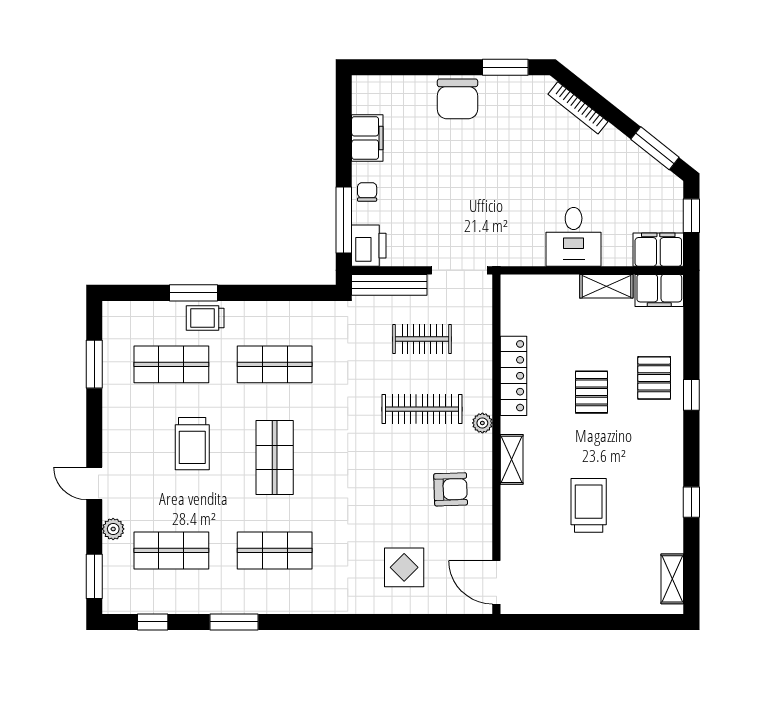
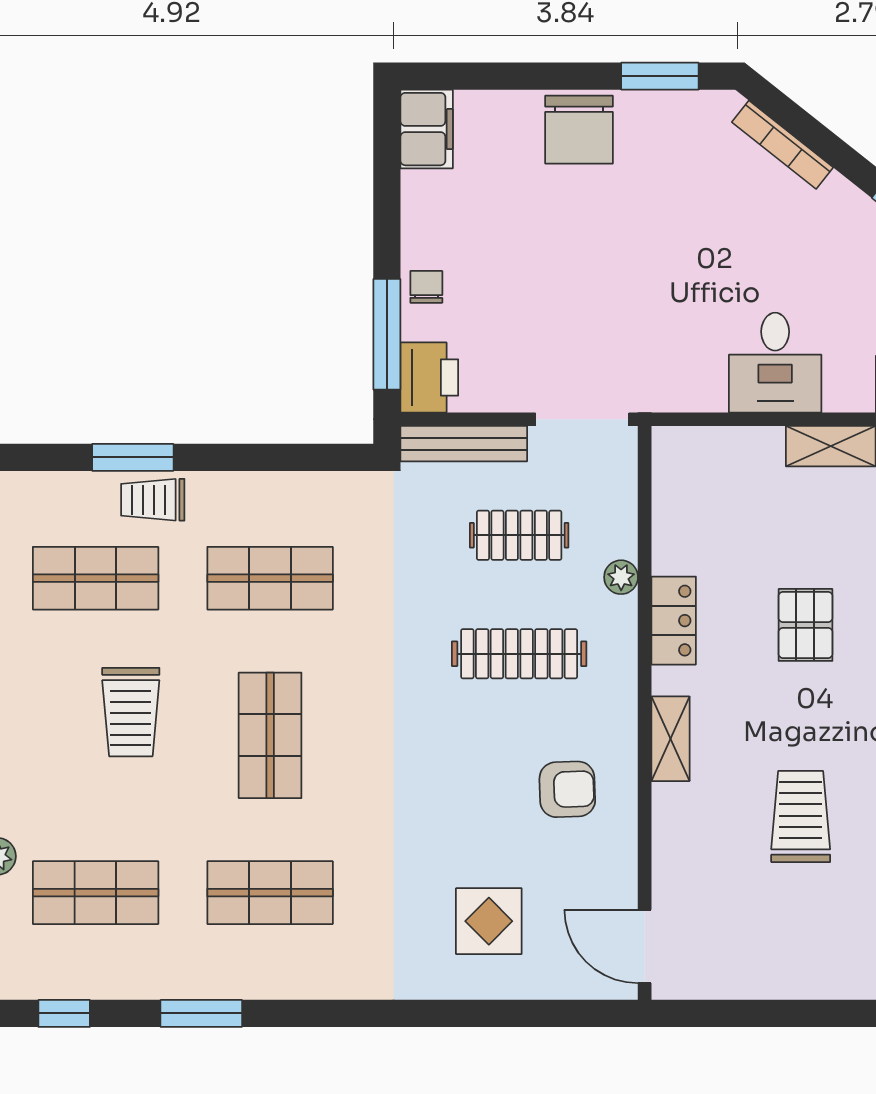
filing cabinet: (367, 138) -> (427, 129), moved
locker: (514, 376) -> (674, 621), width x0.66
plant: (482, 423) -> (621, 577), moved

